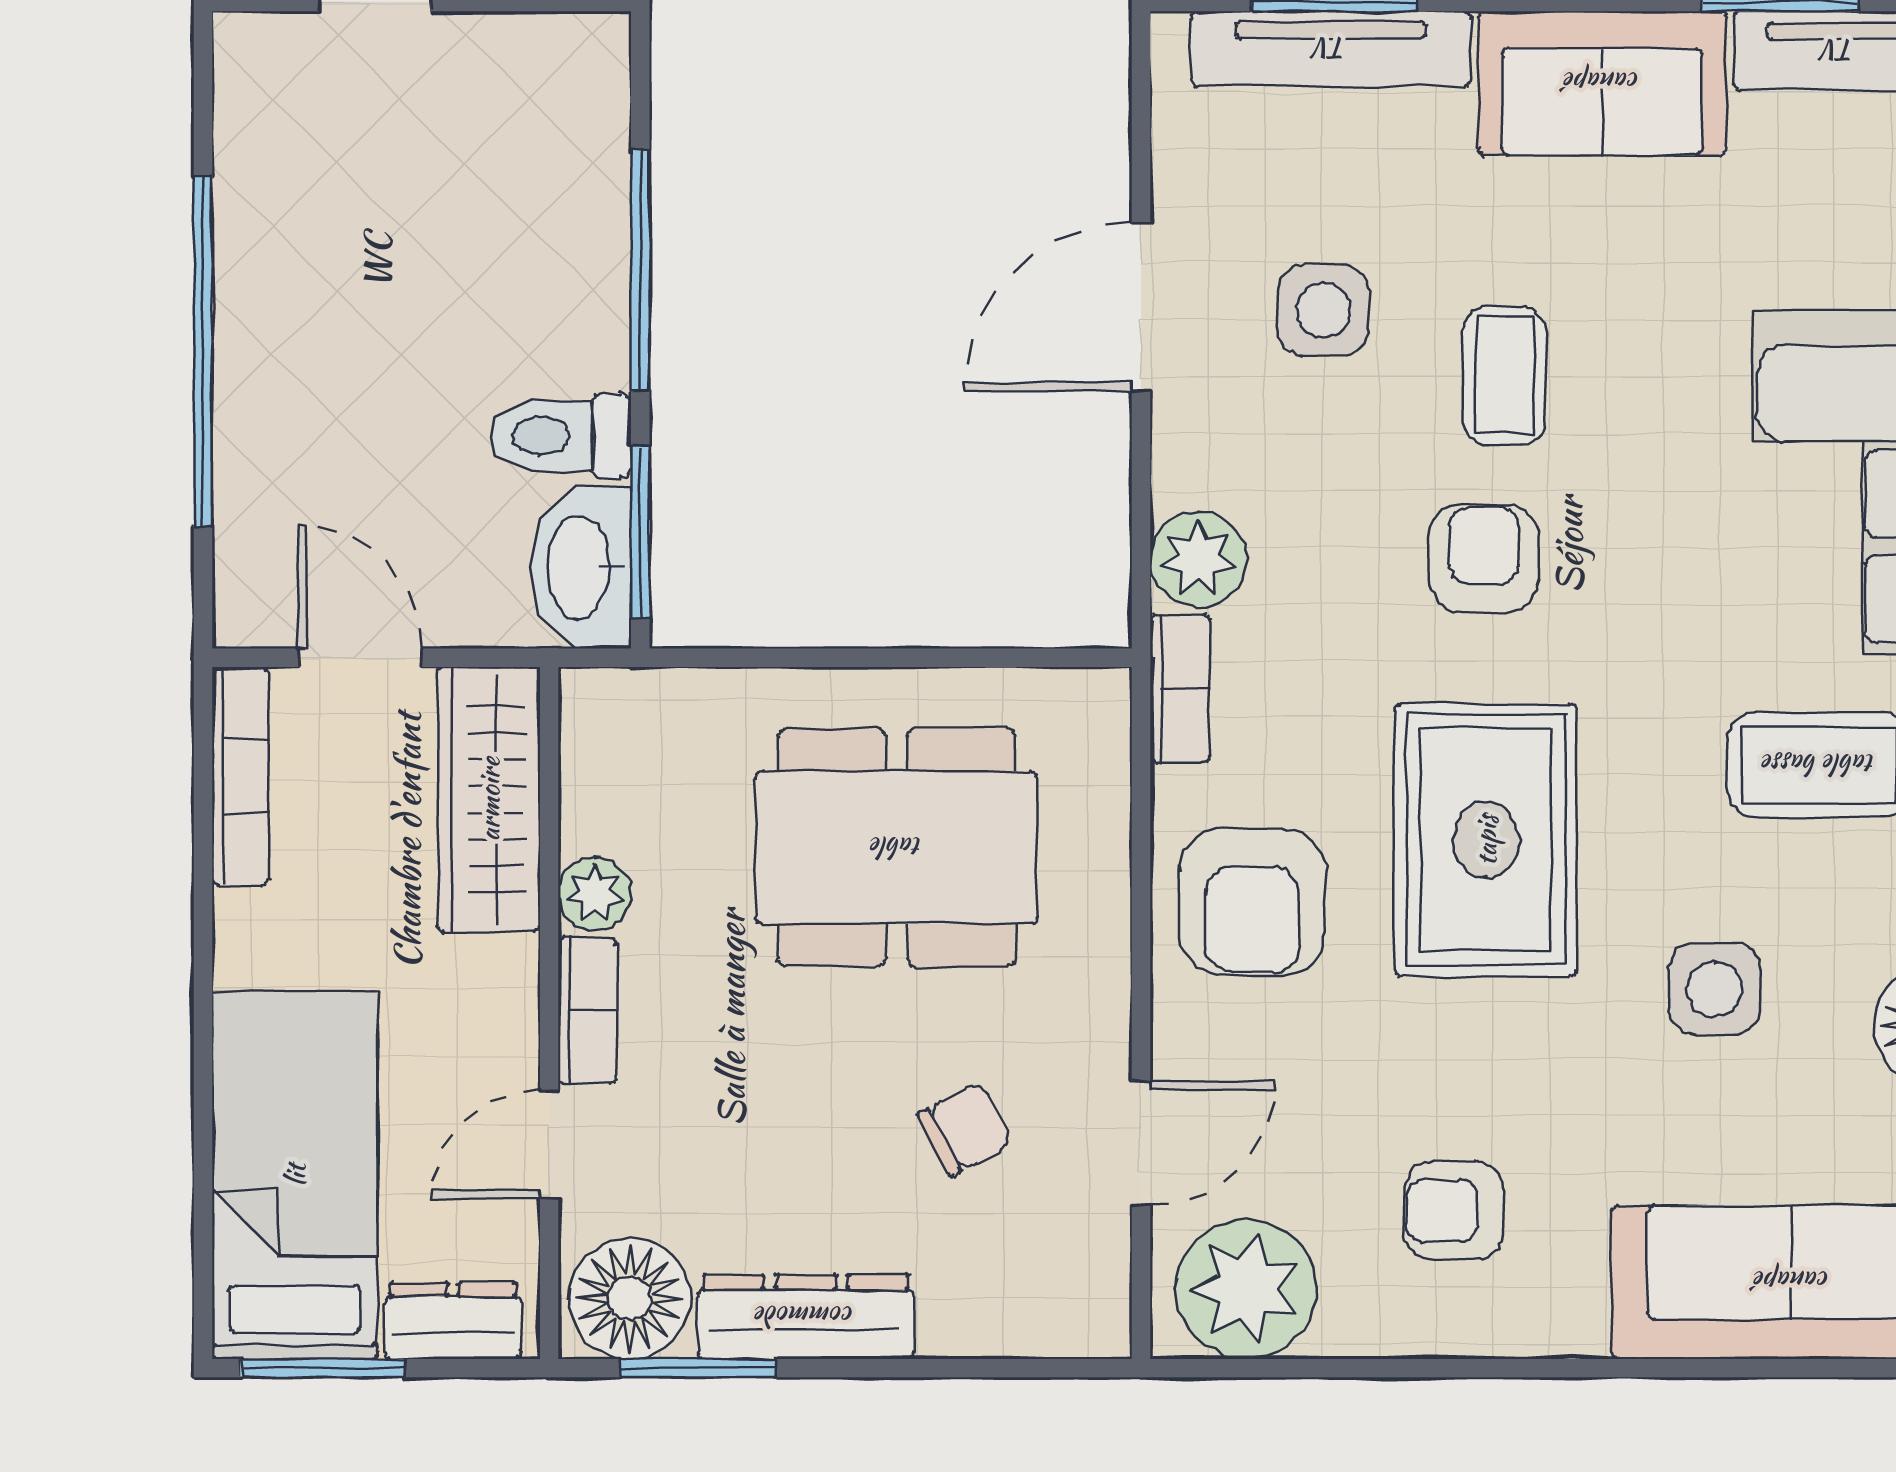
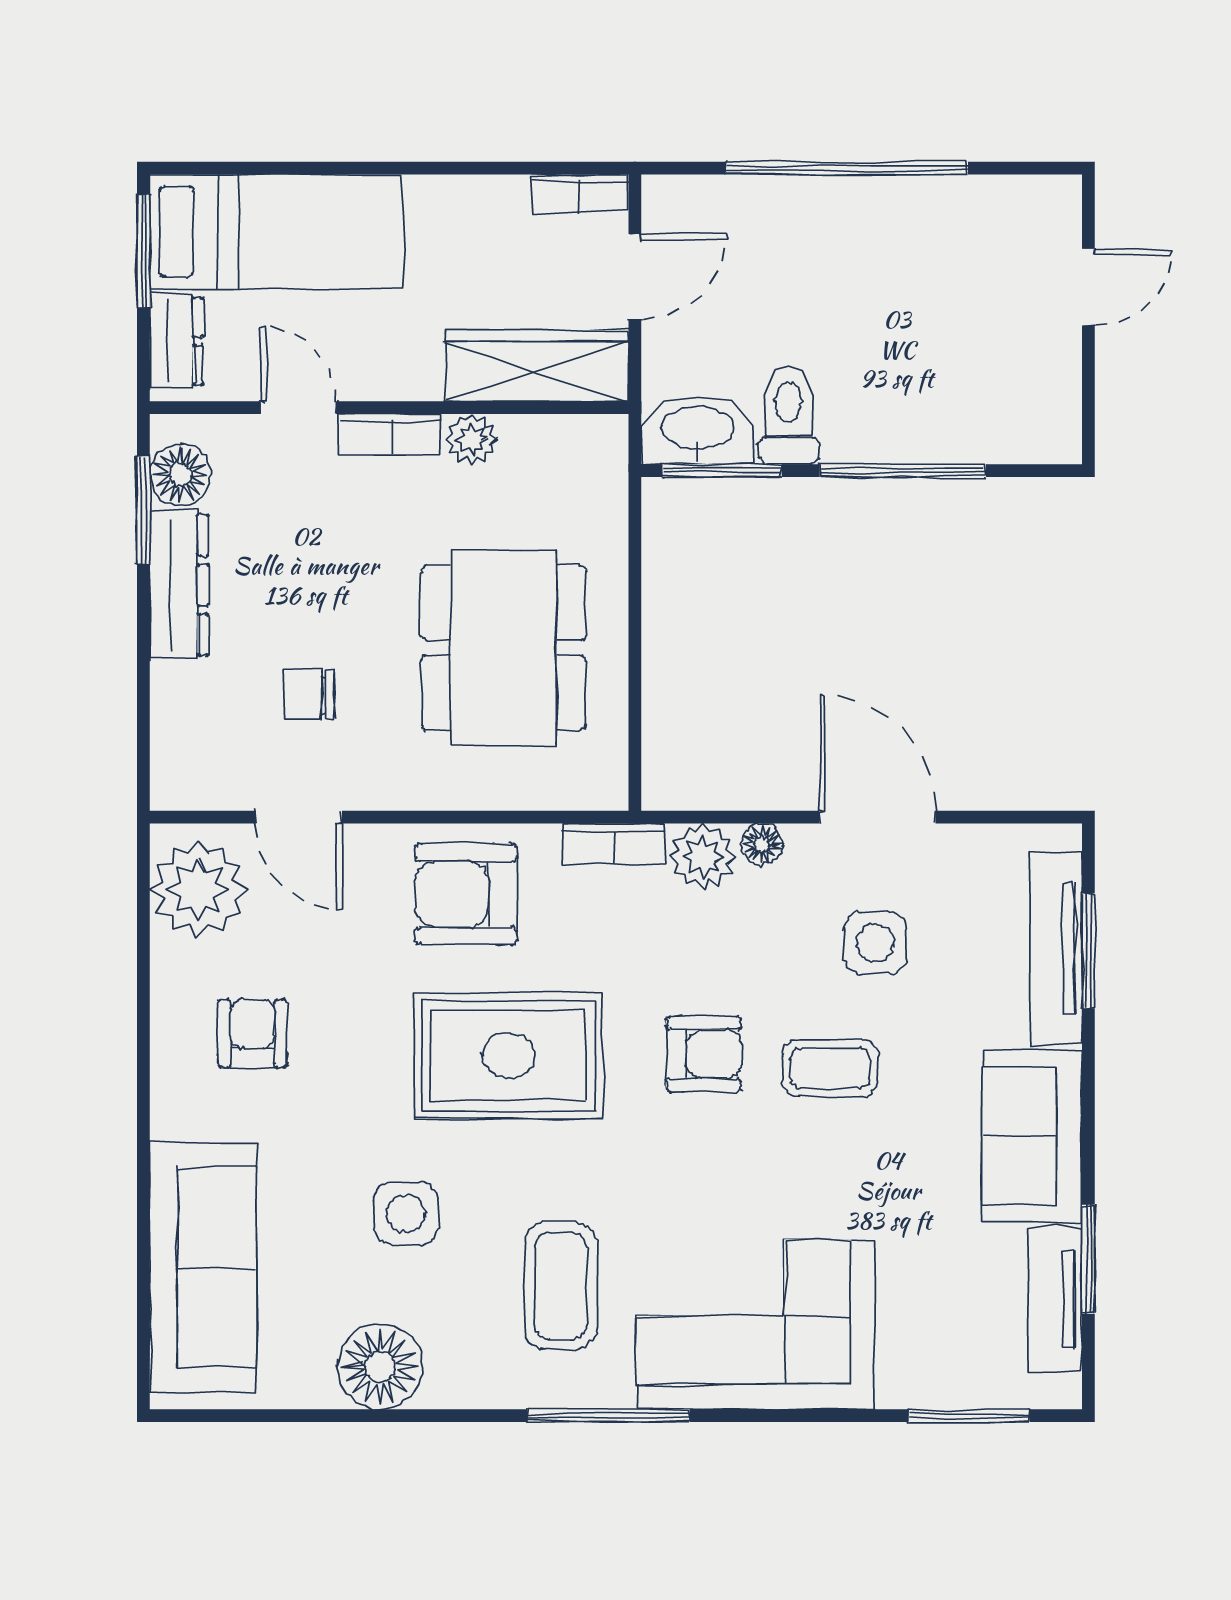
floor lamp: (1180, 474) -> (762, 844), added
bookcase: (240, 776) -> (580, 194), width x0.64
chair: (965, 1129) -> (309, 695), turned 118
floor lamp: (629, 1298) -> (180, 475), width x0.73, depth x0.73

